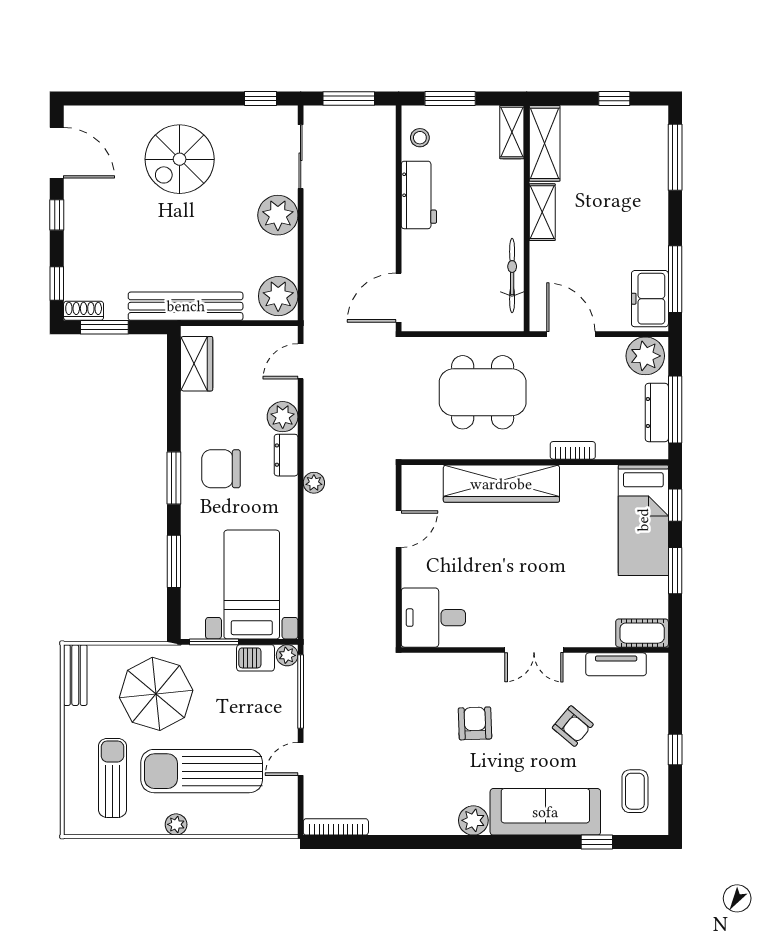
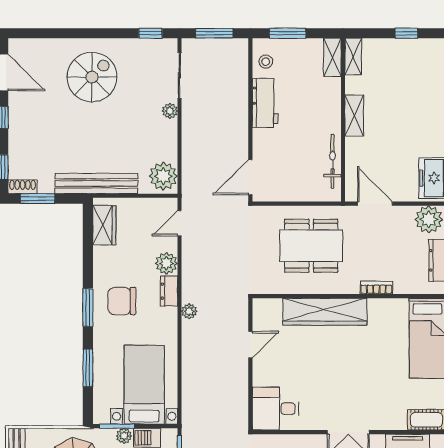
shelving: (545, 143) -> (353, 56), width x0.67, depth x0.75
spiral stairs: (180, 159) -> (92, 77), turned 180
plant: (278, 215) -> (170, 111), width x0.53, depth x0.53
plant: (287, 655) -> (124, 436), moved

